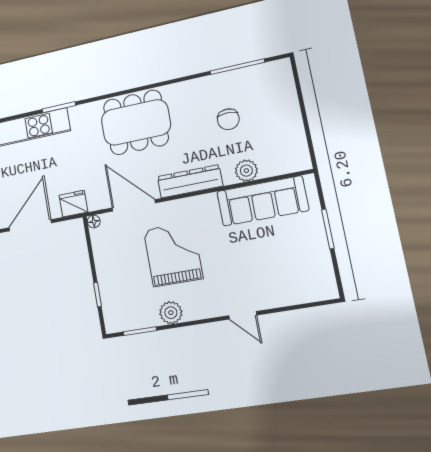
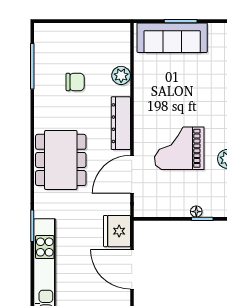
sofa: (262, 201) -> (172, 38), moved, turned 90
fridge: (73, 204) -> (117, 231), width x1.36, depth x1.34
floor lamp: (94, 222) -> (196, 212), moved

